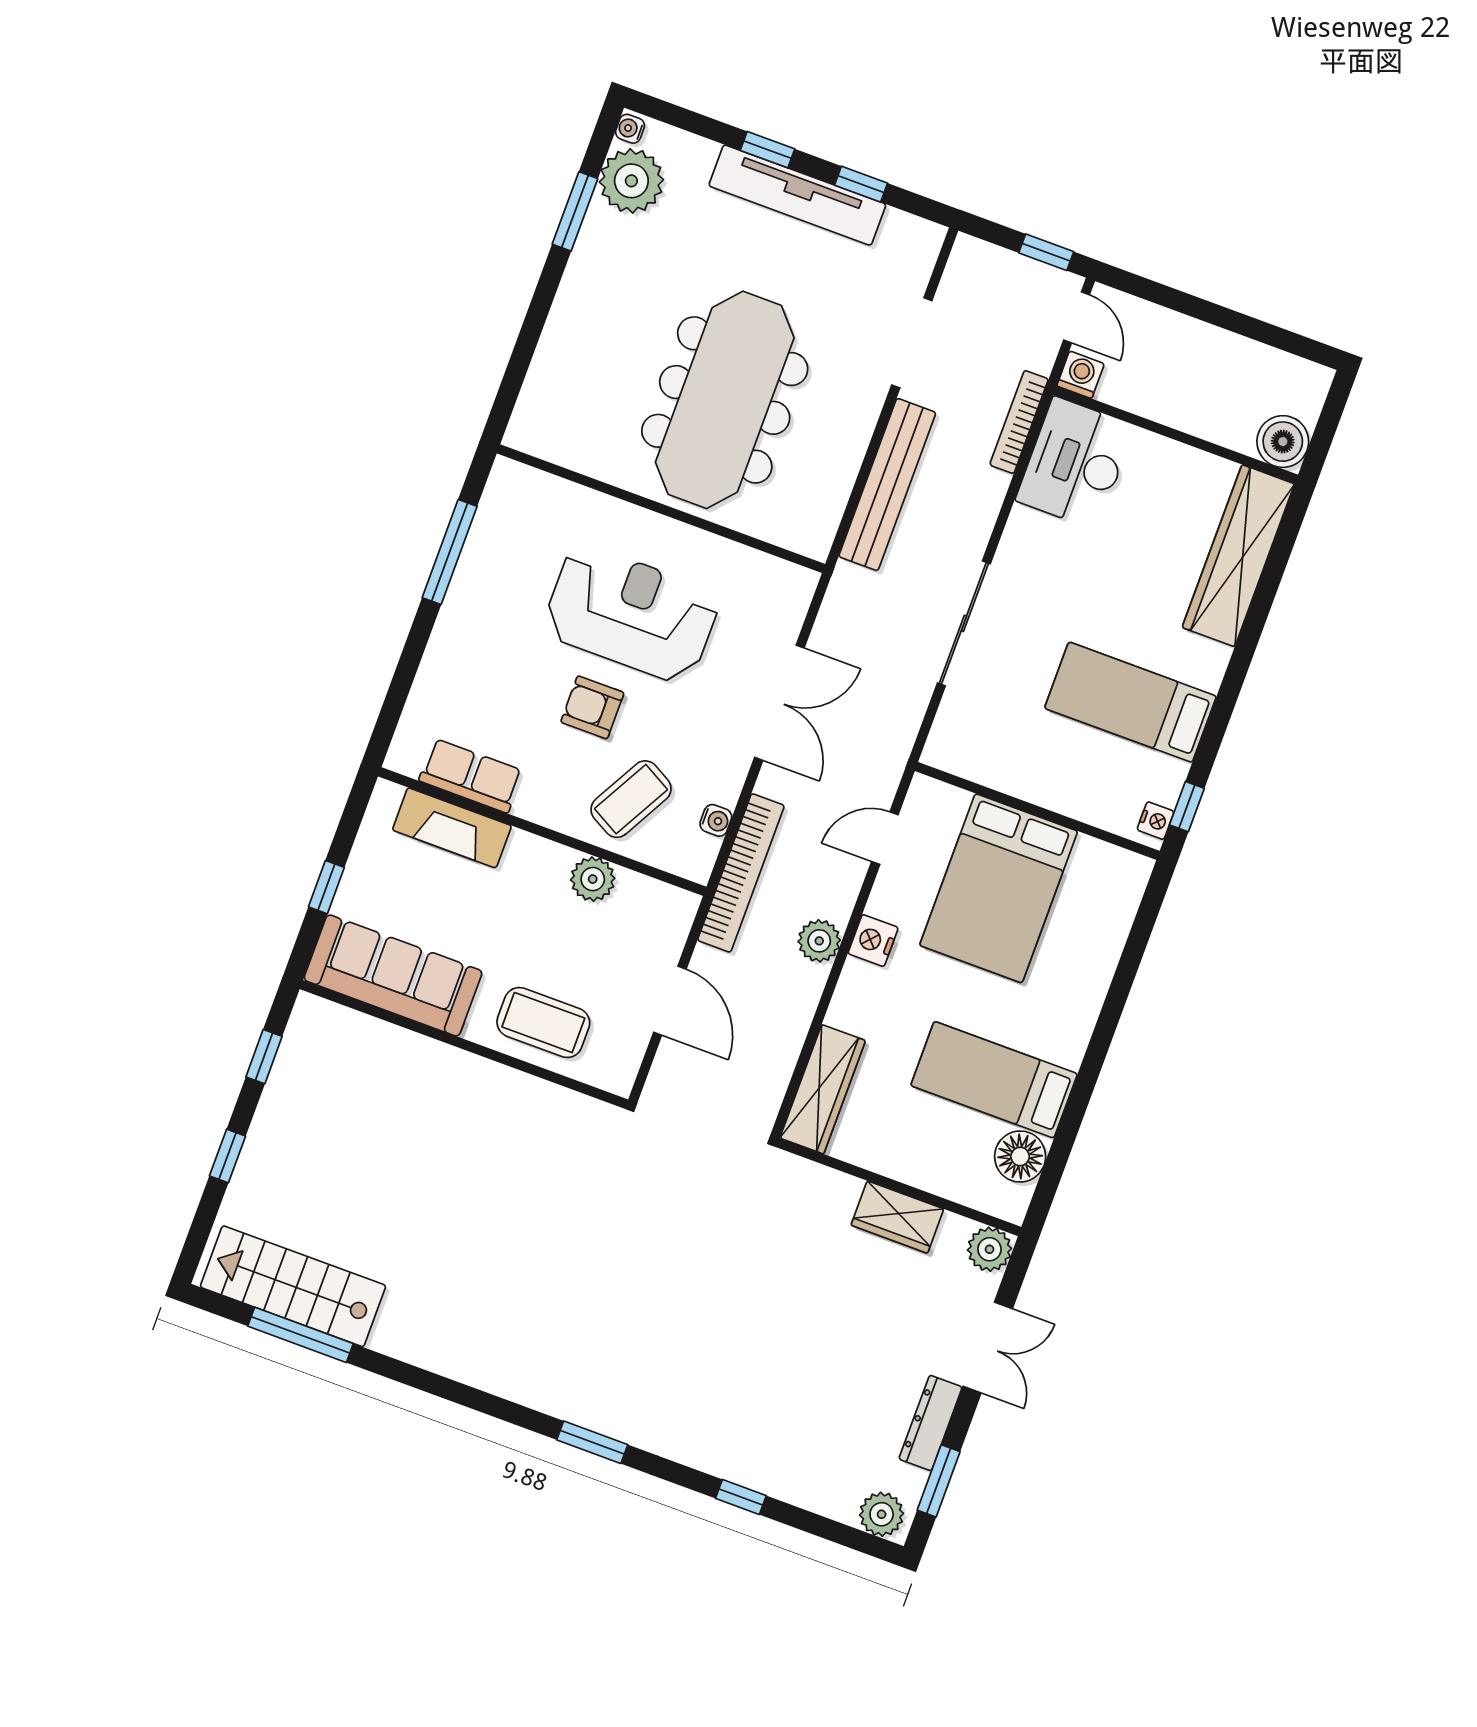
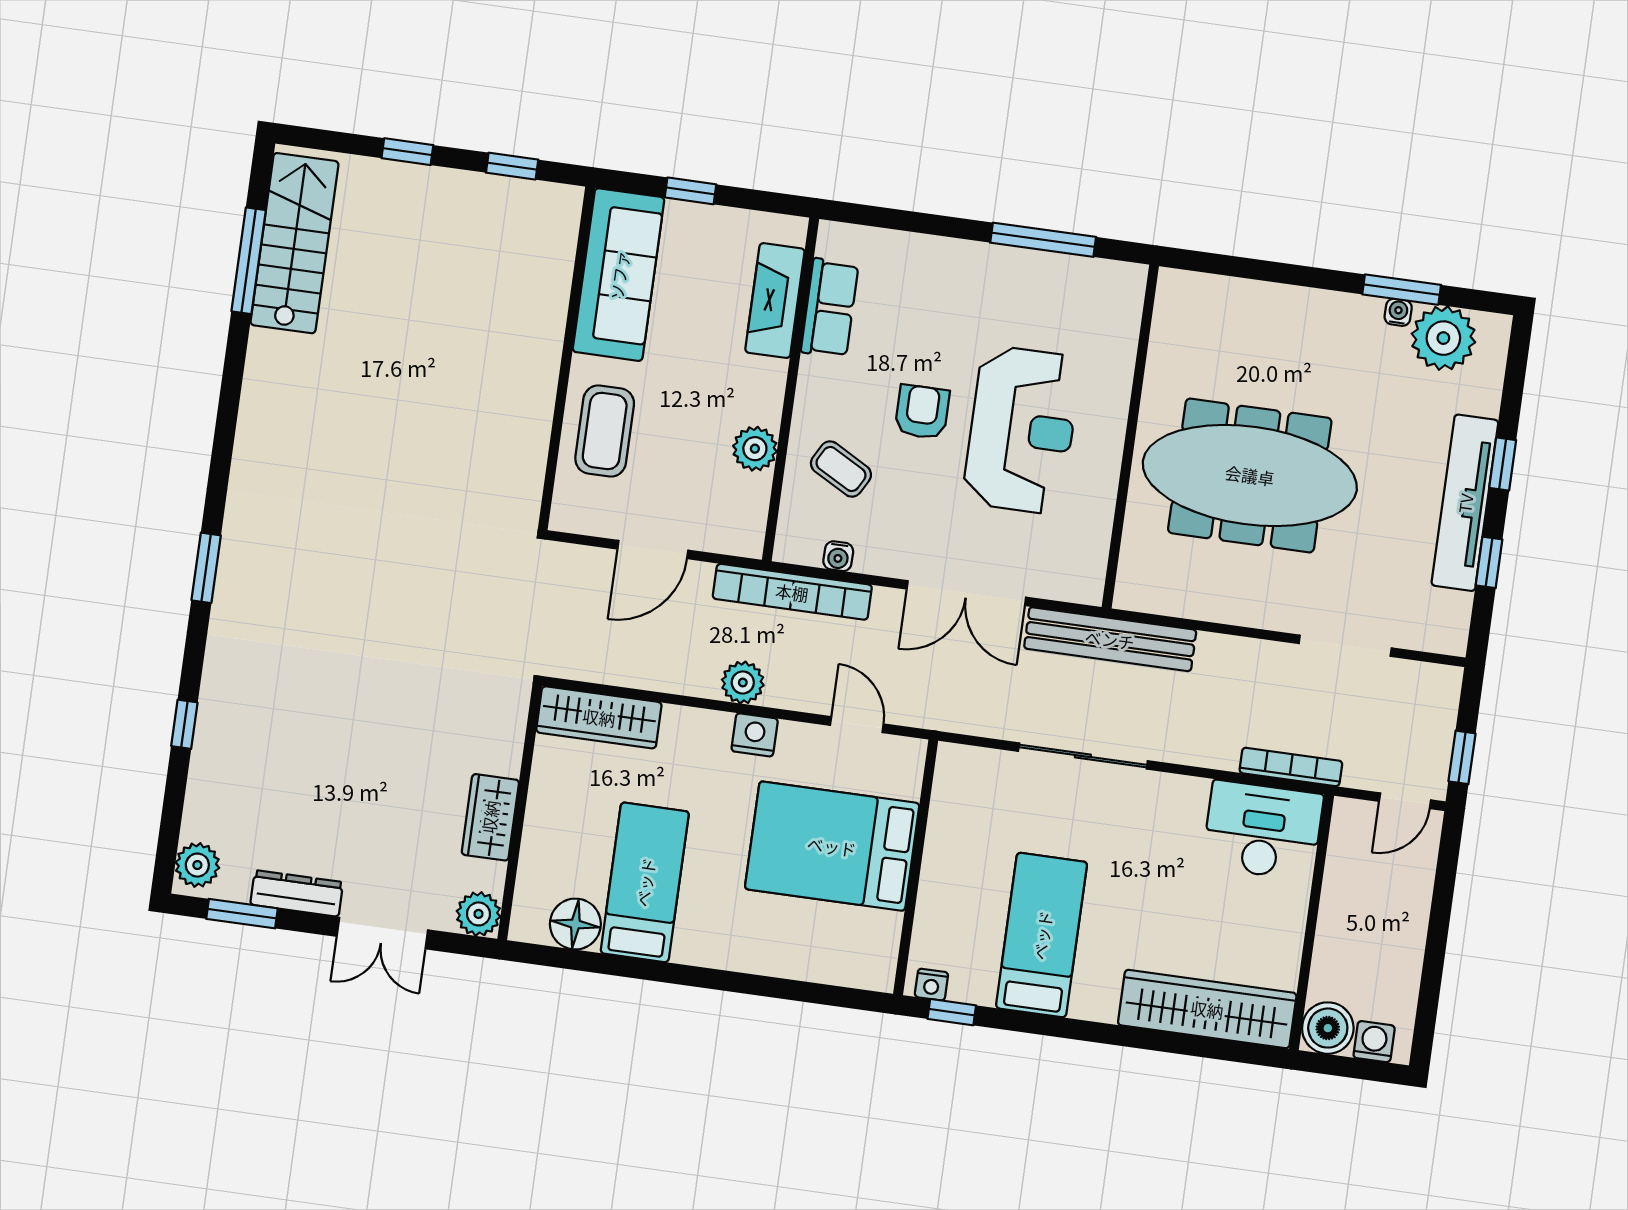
water cooler: (630, 129) -> (1398, 312), moved
washing machine: (1081, 375) -> (1374, 1042), moved, turned -90
bench: (887, 485) -> (1110, 639), moved
coffee table: (631, 799) -> (841, 469), width x0.73, depth x0.77

